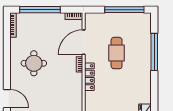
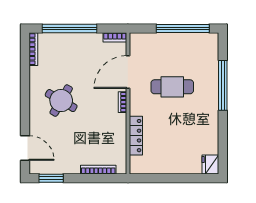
cafe table: (117, 53) -> (172, 87), turned 90
round table: (34, 63) -> (61, 101), turned 30
locker: (89, 77) -> (136, 136), moved

